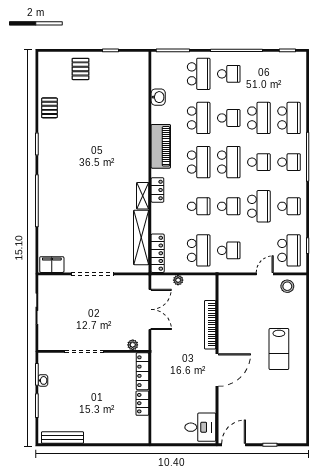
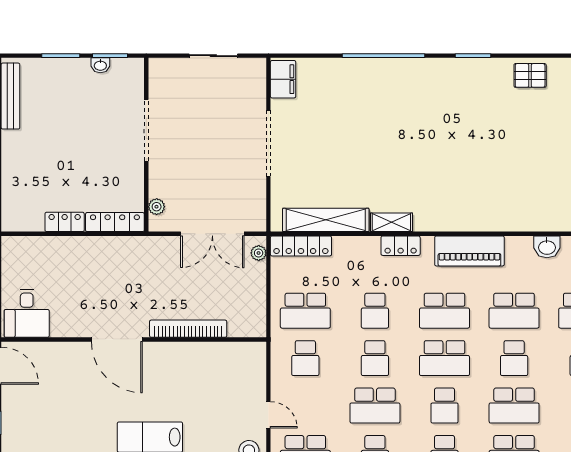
plant: (178, 280) -> (259, 253), moved

